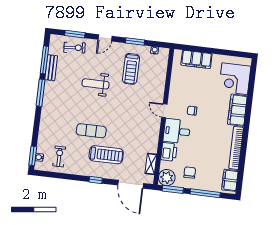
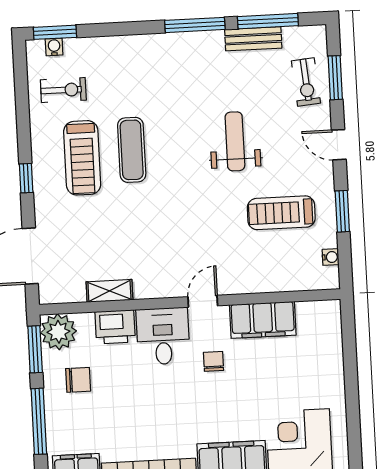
filing cabinet: (196, 59) -> (263, 320), moved, turned -90
treadmill: (106, 155) -> (82, 158), moved
shelving: (151, 164) -> (109, 291), moved

